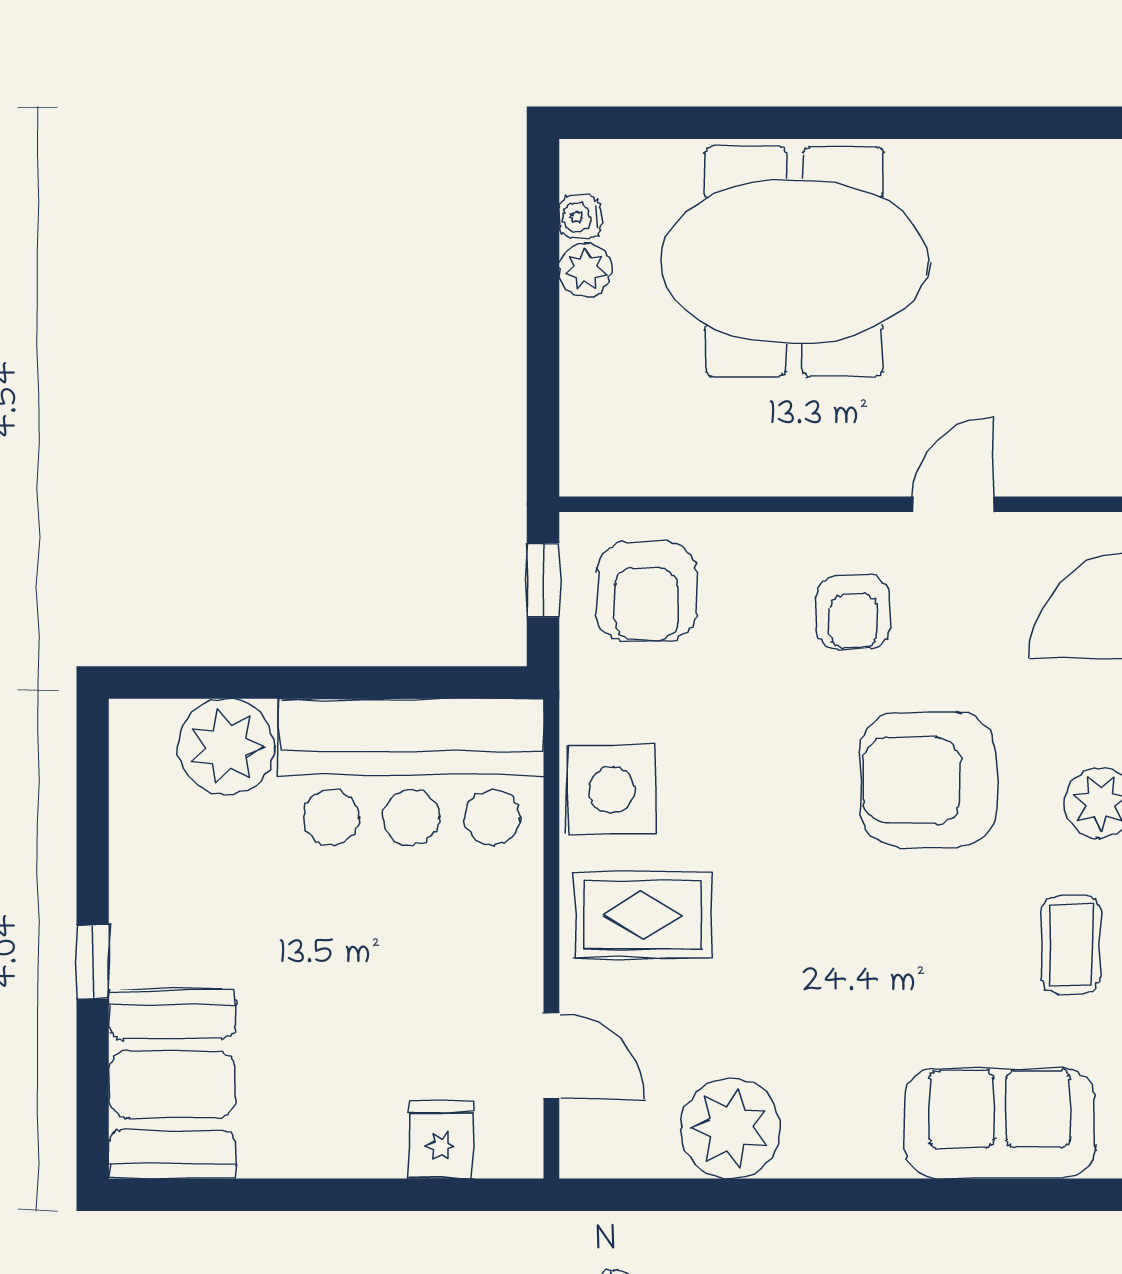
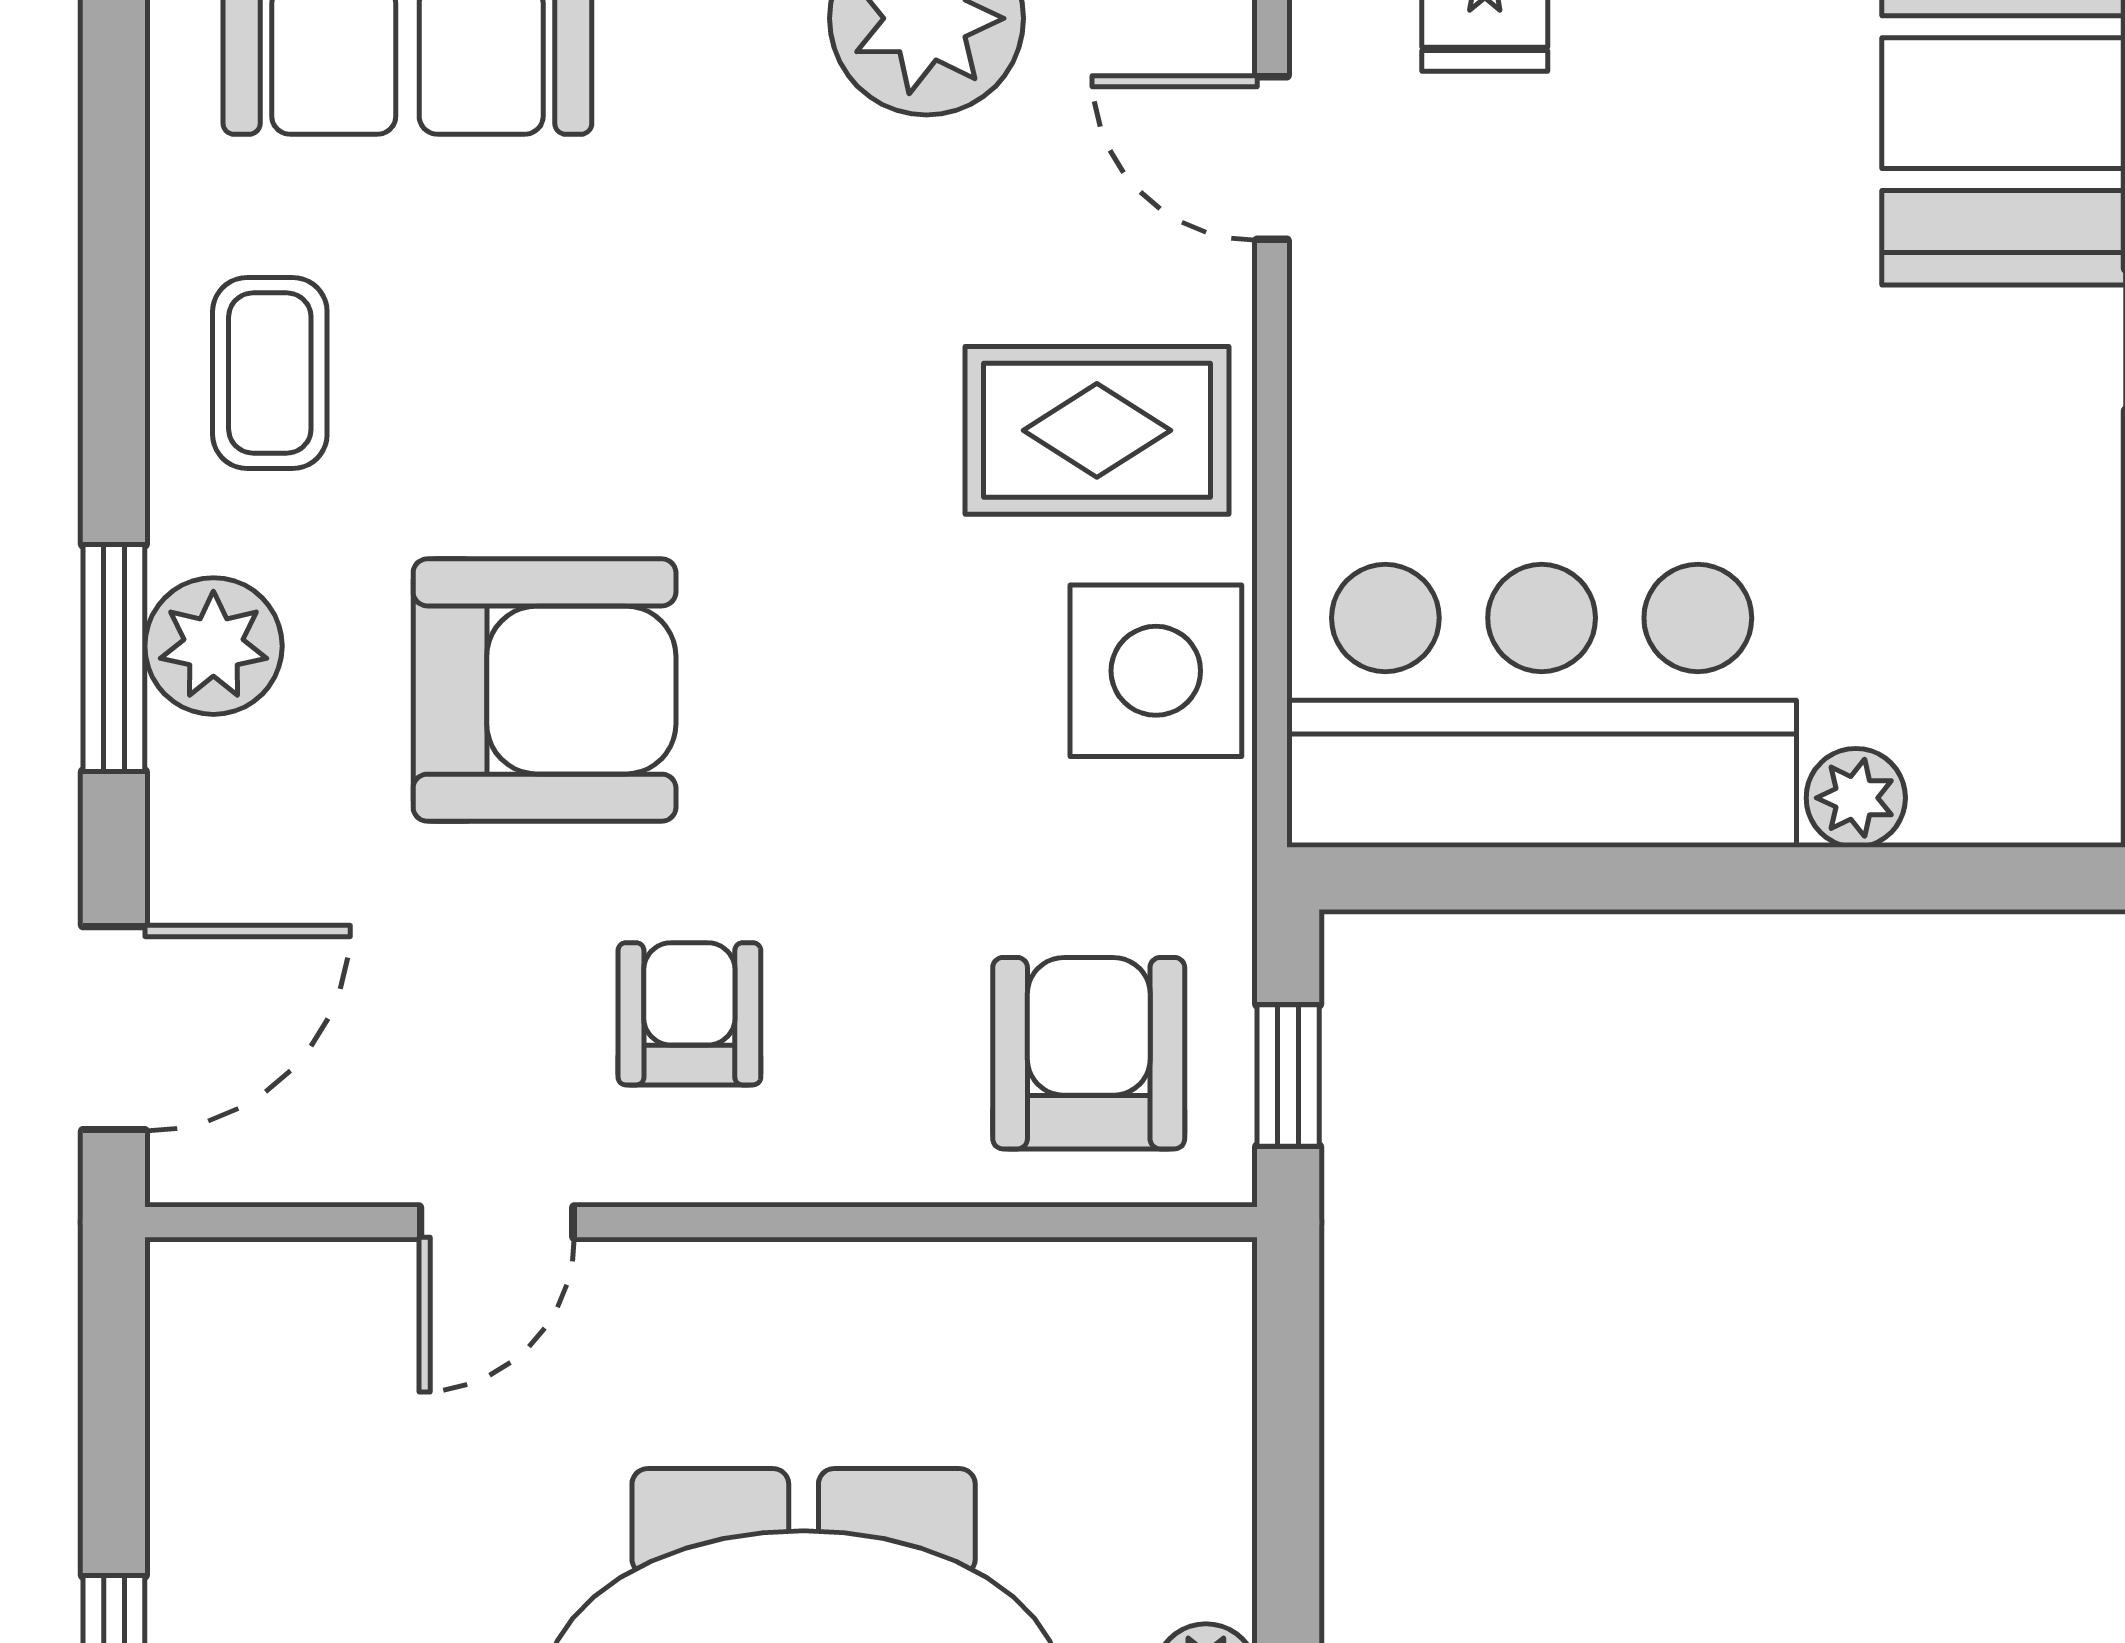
plant: (226, 747) -> (1856, 798), width x0.53, depth x0.53

